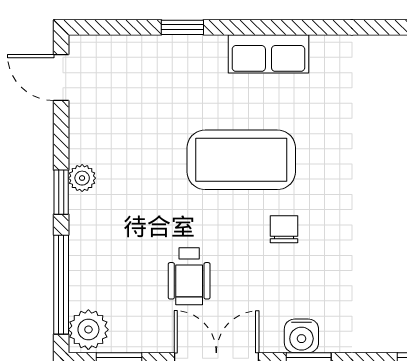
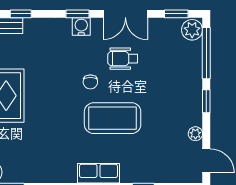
plant: (82, 178) -> (195, 134), moved
wheelchair: (189, 276) -> (123, 59), moved, turned -90

